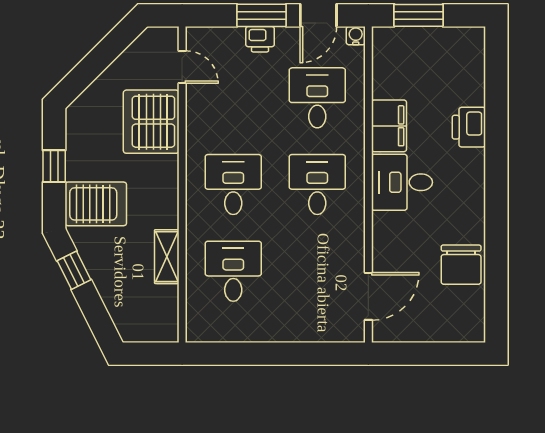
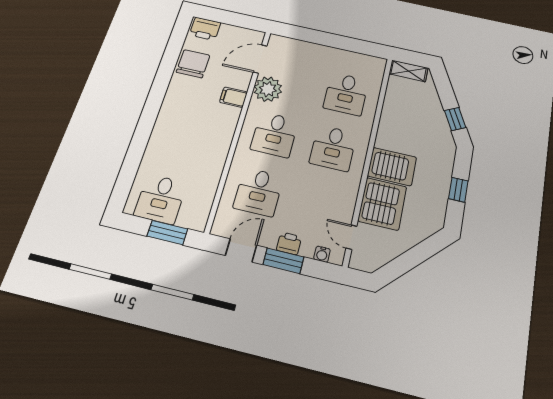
water cooler: (356, 36) -> (322, 254), moved
filing cabinet: (389, 126) -> (233, 97), moved, width x0.50
printer: (469, 127) -> (205, 29), moved, turned 90
desk: (402, 182) -> (160, 199), moved, turned 90
server rack: (96, 204) -> (392, 167), moved, turned 180
plant: (344, 251) -> (268, 89), added
shelving: (167, 257) -> (409, 71), moved, turned 90

